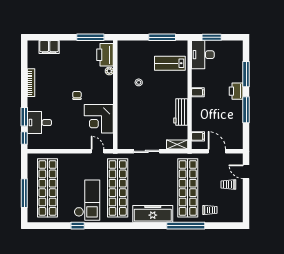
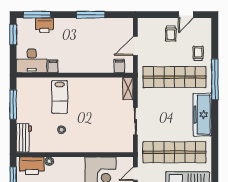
window: (212, 37) -> (13, 35), moved
lab bench: (170, 63) -> (60, 97), moved
window: (246, 74) -> (37, 15), moved
printer: (236, 91) -> (44, 25), moved
filing cabinet: (198, 92) -> (53, 66), moved
workbench: (181, 112) -> (24, 138), moved, turned -90
door: (246, 172) -> (186, 15), moved

